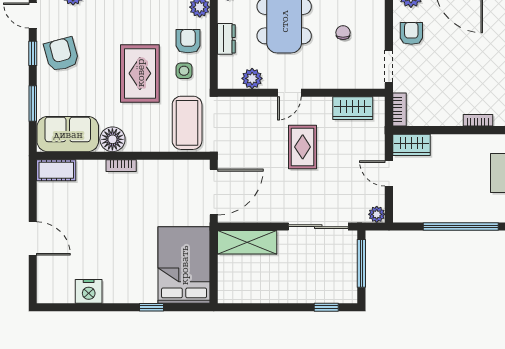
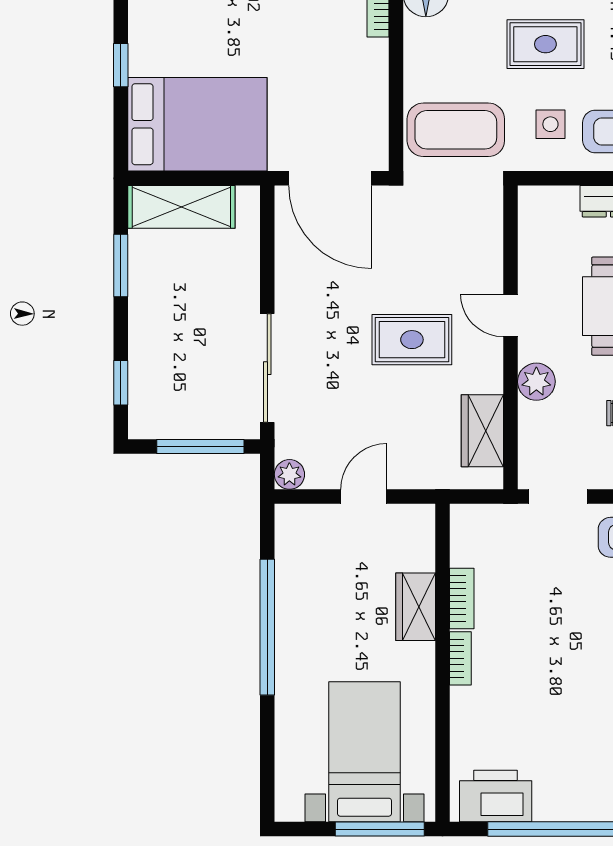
rug: (140, 73) -> (545, 44), width x0.73, depth x0.70
plant: (252, 78) -> (536, 382), moved
bookcase: (400, 110) -> (462, 599), moved, turned -90
wardrobe: (412, 145) -> (416, 607), moved
shelving: (247, 242) -> (181, 207), moved, turned 90
window: (262, 307) -> (121, 266), added

